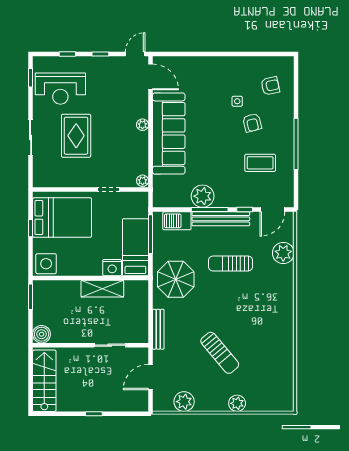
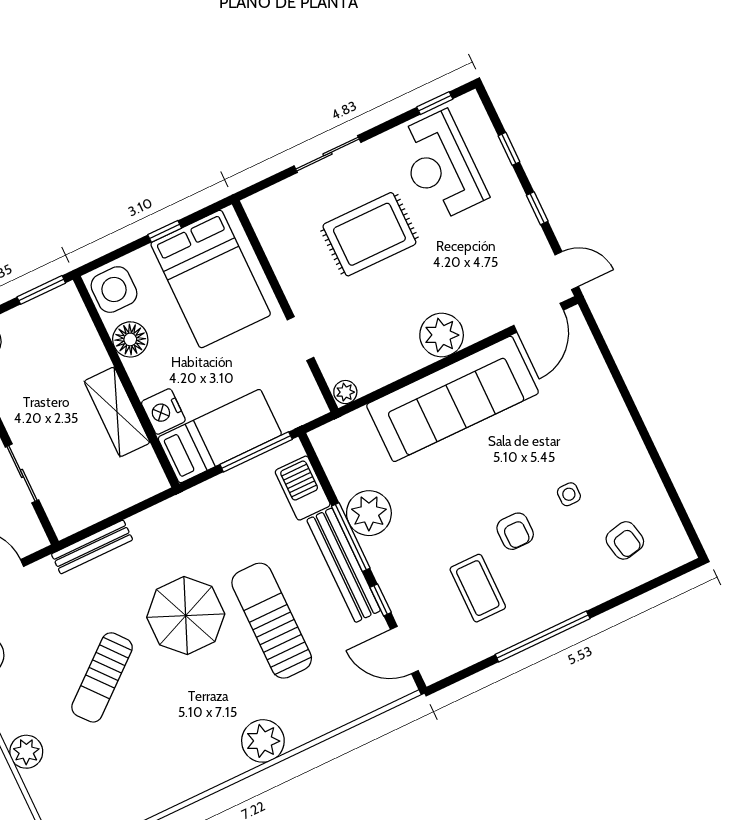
armchair: (252, 123) -> (515, 531), moved, turned -76
plant: (142, 125) -> (442, 335), width x1.88, depth x1.88
plant: (283, 253) -> (263, 741), moved
sun lounger: (230, 264) -> (272, 621), width x1.36, depth x1.34
floor lamp: (72, 267) -> (130, 339), added
parasol: (176, 279) -> (186, 616), moved

